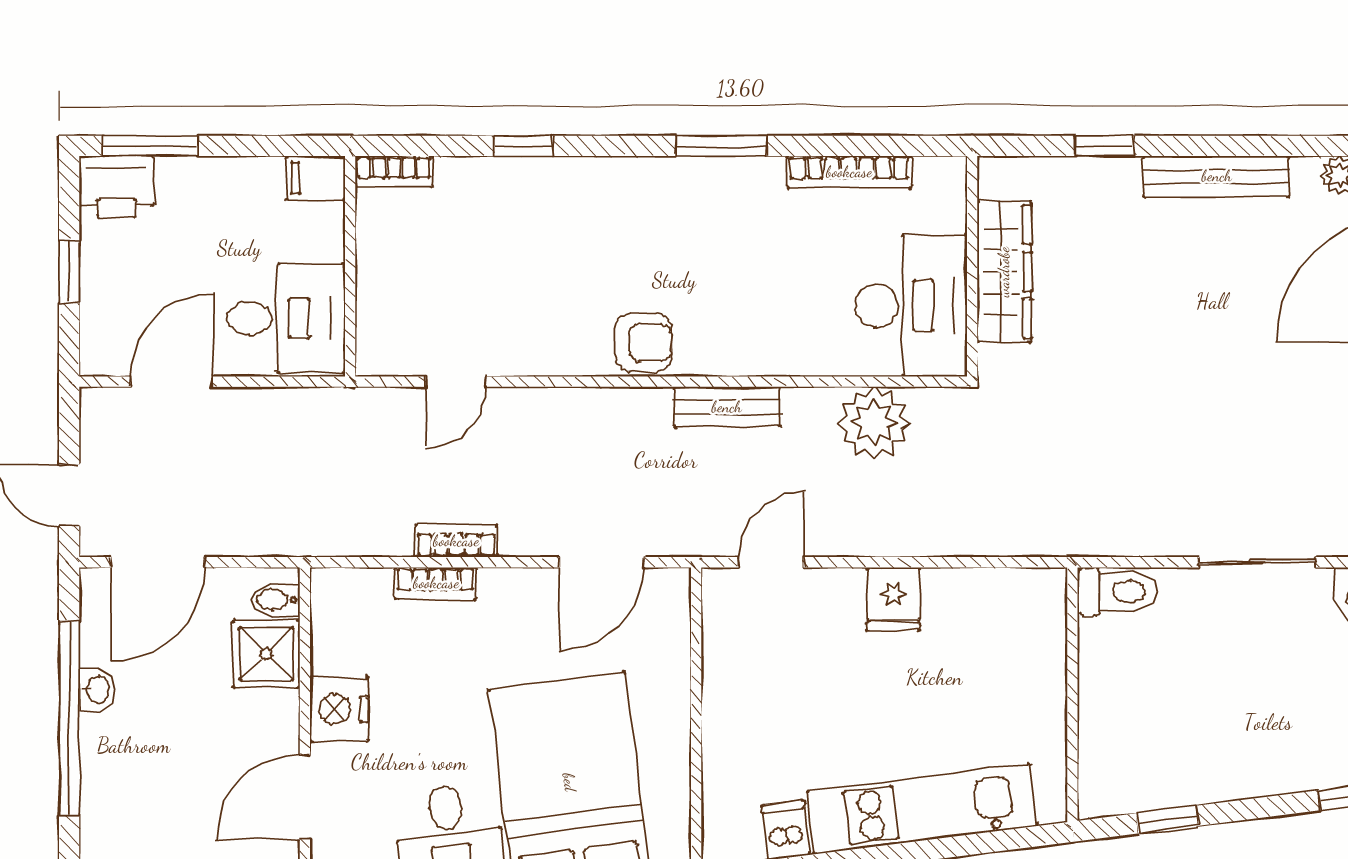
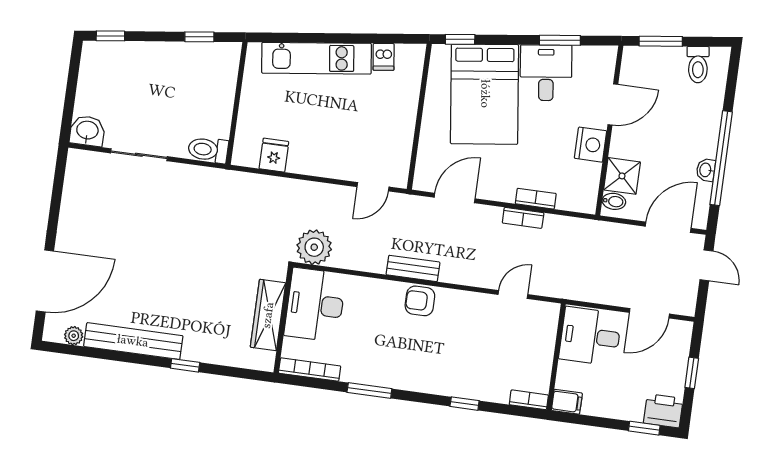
window: (150, 146) -> (644, 428), width x0.67
bench: (1217, 176) -> (133, 341), width x1.37, depth x1.21
wall: (972, 266) -> (283, 320), moved
wardrobe: (1004, 272) -> (268, 315), moved
desk: (911, 306) -> (315, 305), moved
bench: (727, 407) -> (413, 268), moved
fridge: (893, 599) -> (274, 155), moved

